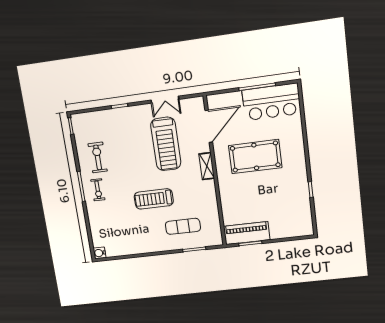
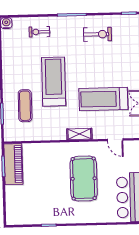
door: (209, 126) -> (115, 140), width x0.53
exercise bike: (98, 190) -> (39, 32), moved
treadmill: (154, 199) -> (54, 82), width x1.37, depth x1.38

